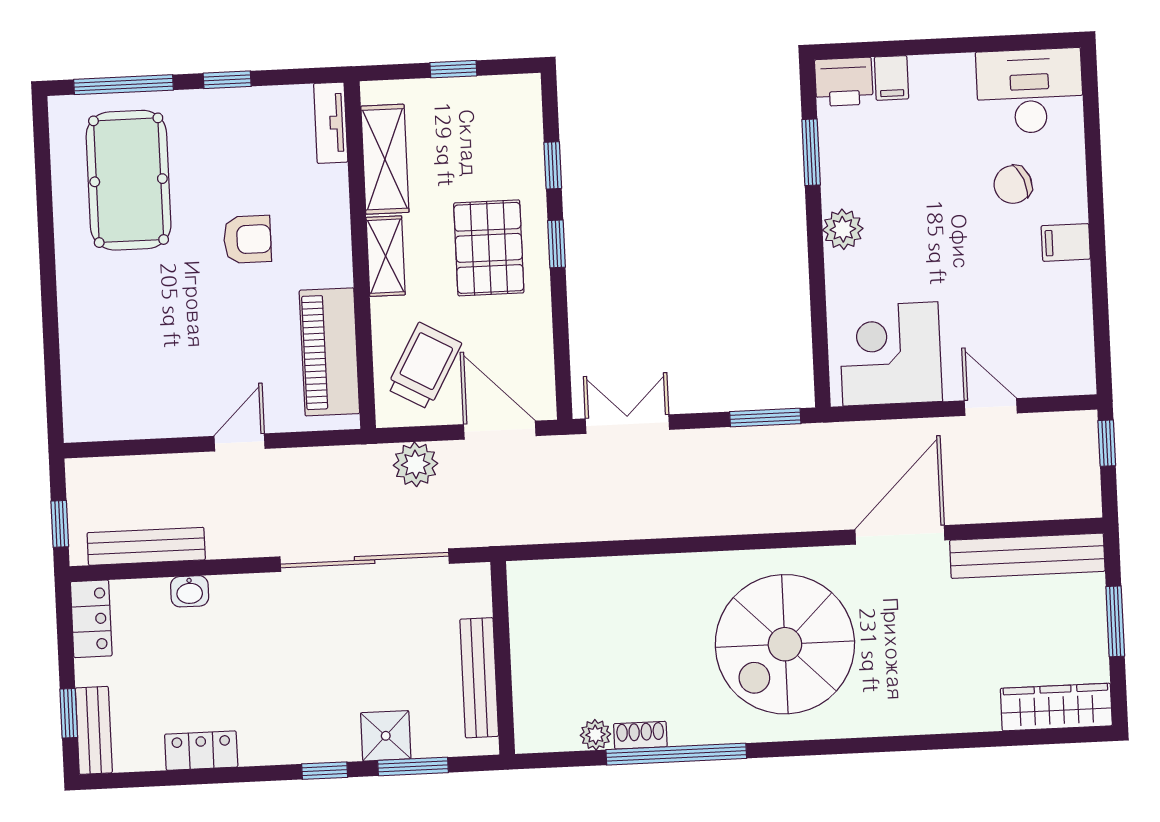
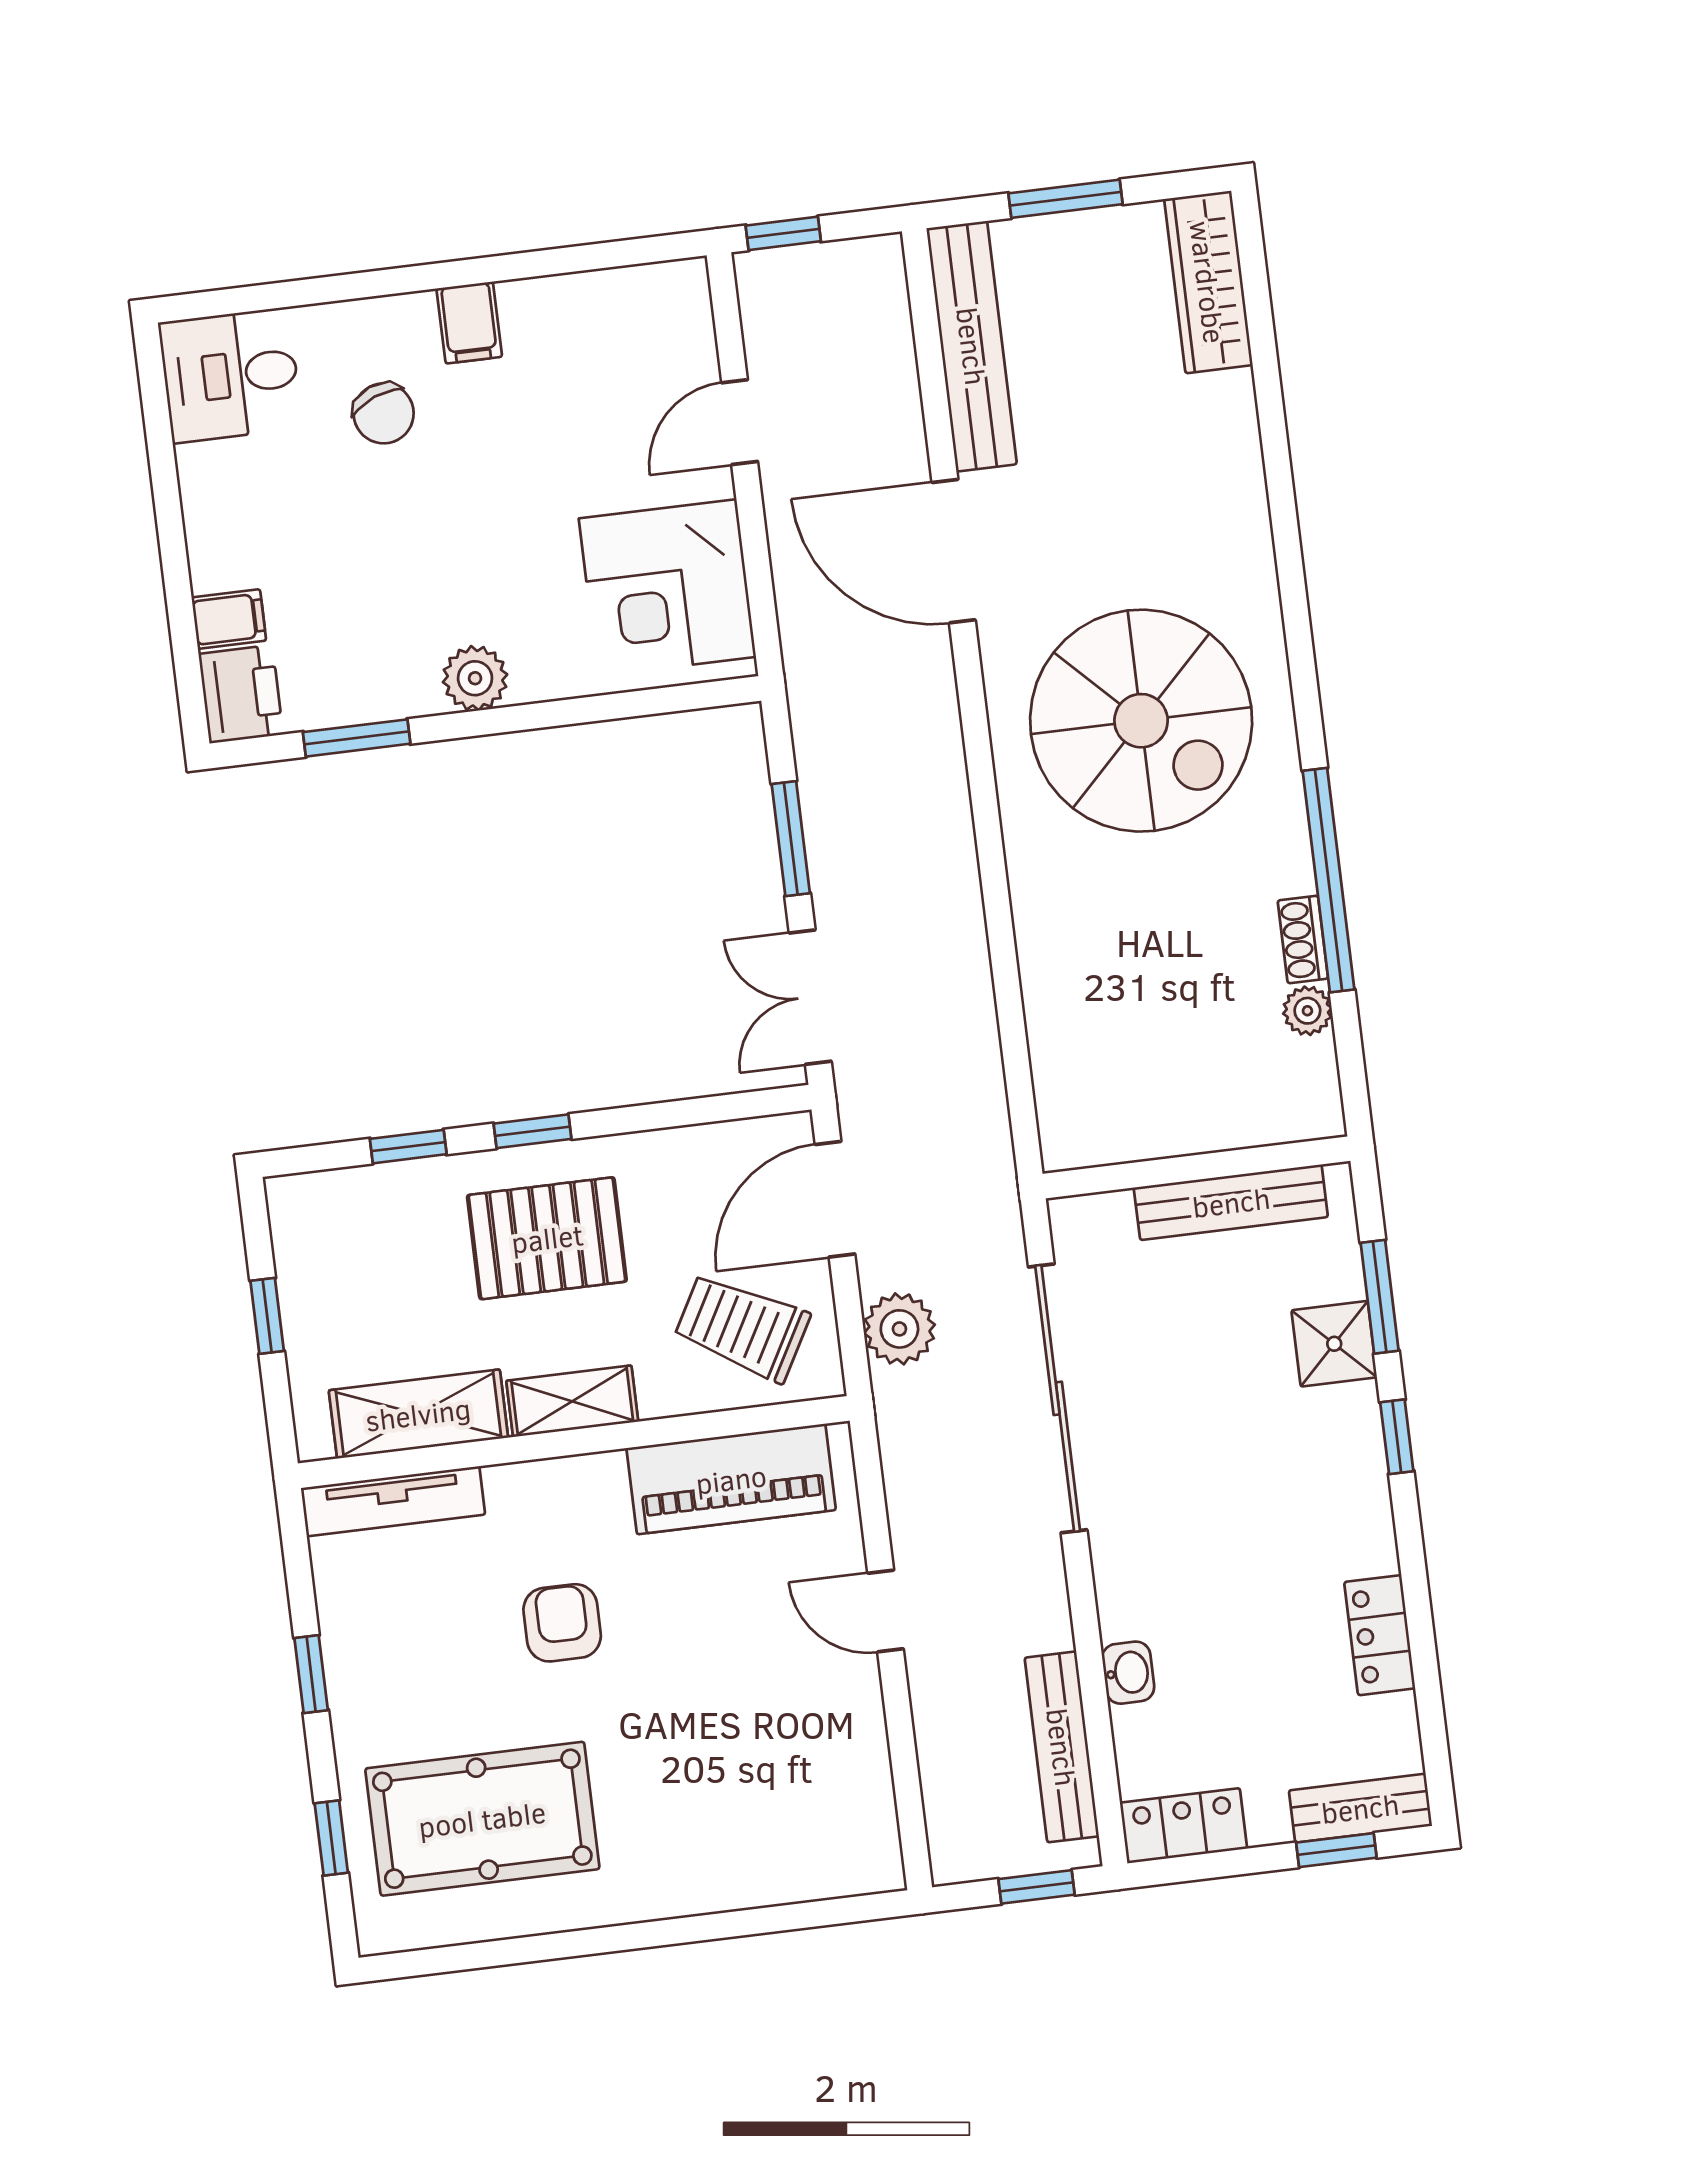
window: (124, 85) -> (331, 1838), width x0.46
desk: (1030, 91) -> (230, 375), width x0.73
tv unit: (331, 123) -> (393, 1501), width x1.41
window: (765, 418) -> (791, 839), moved

